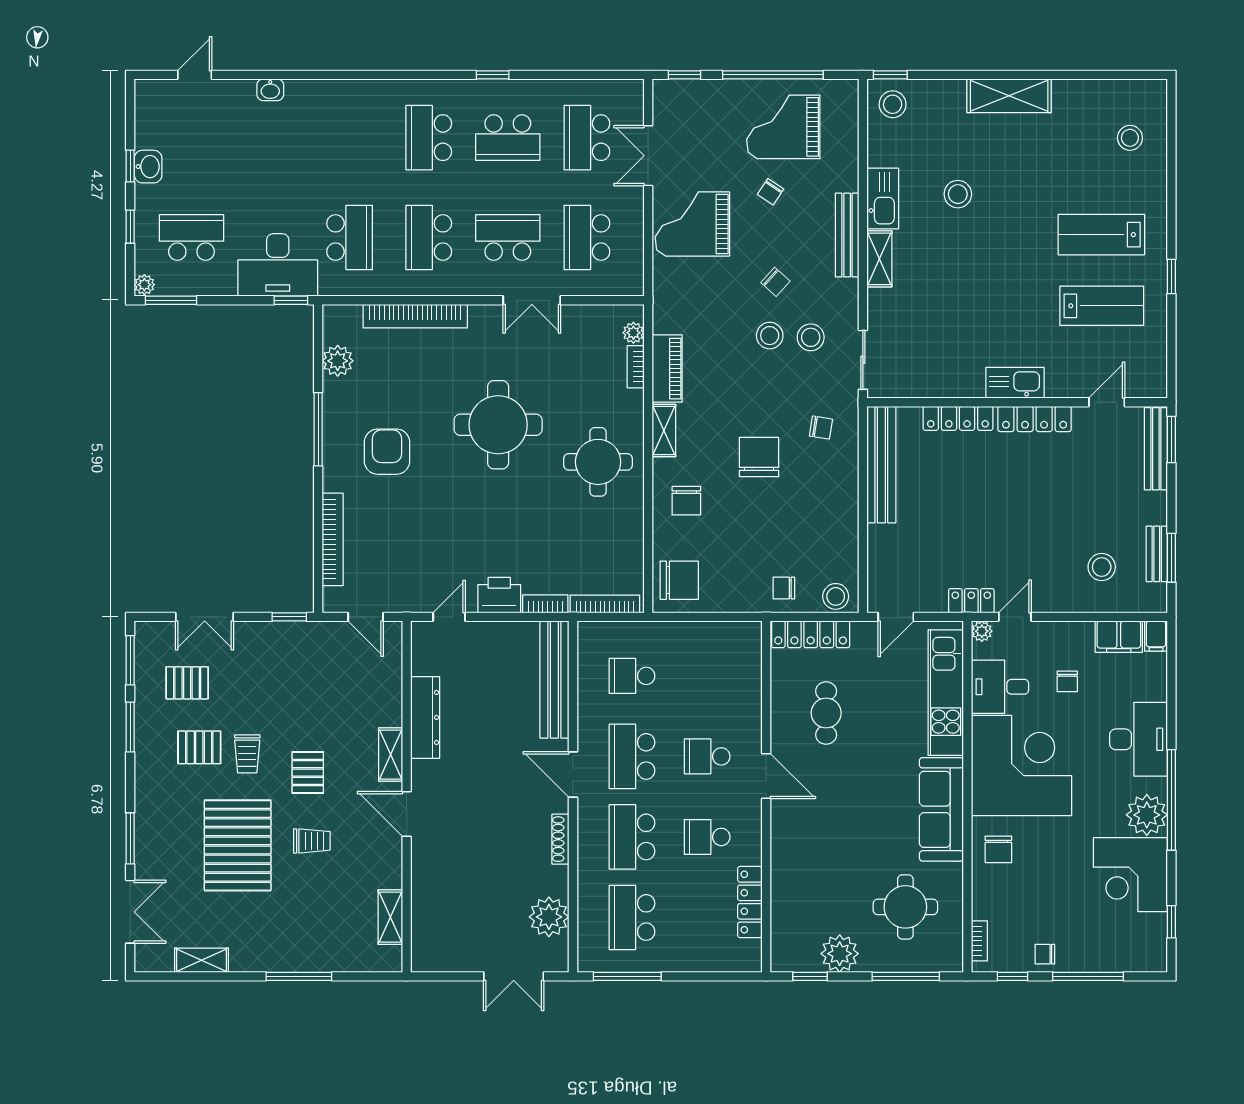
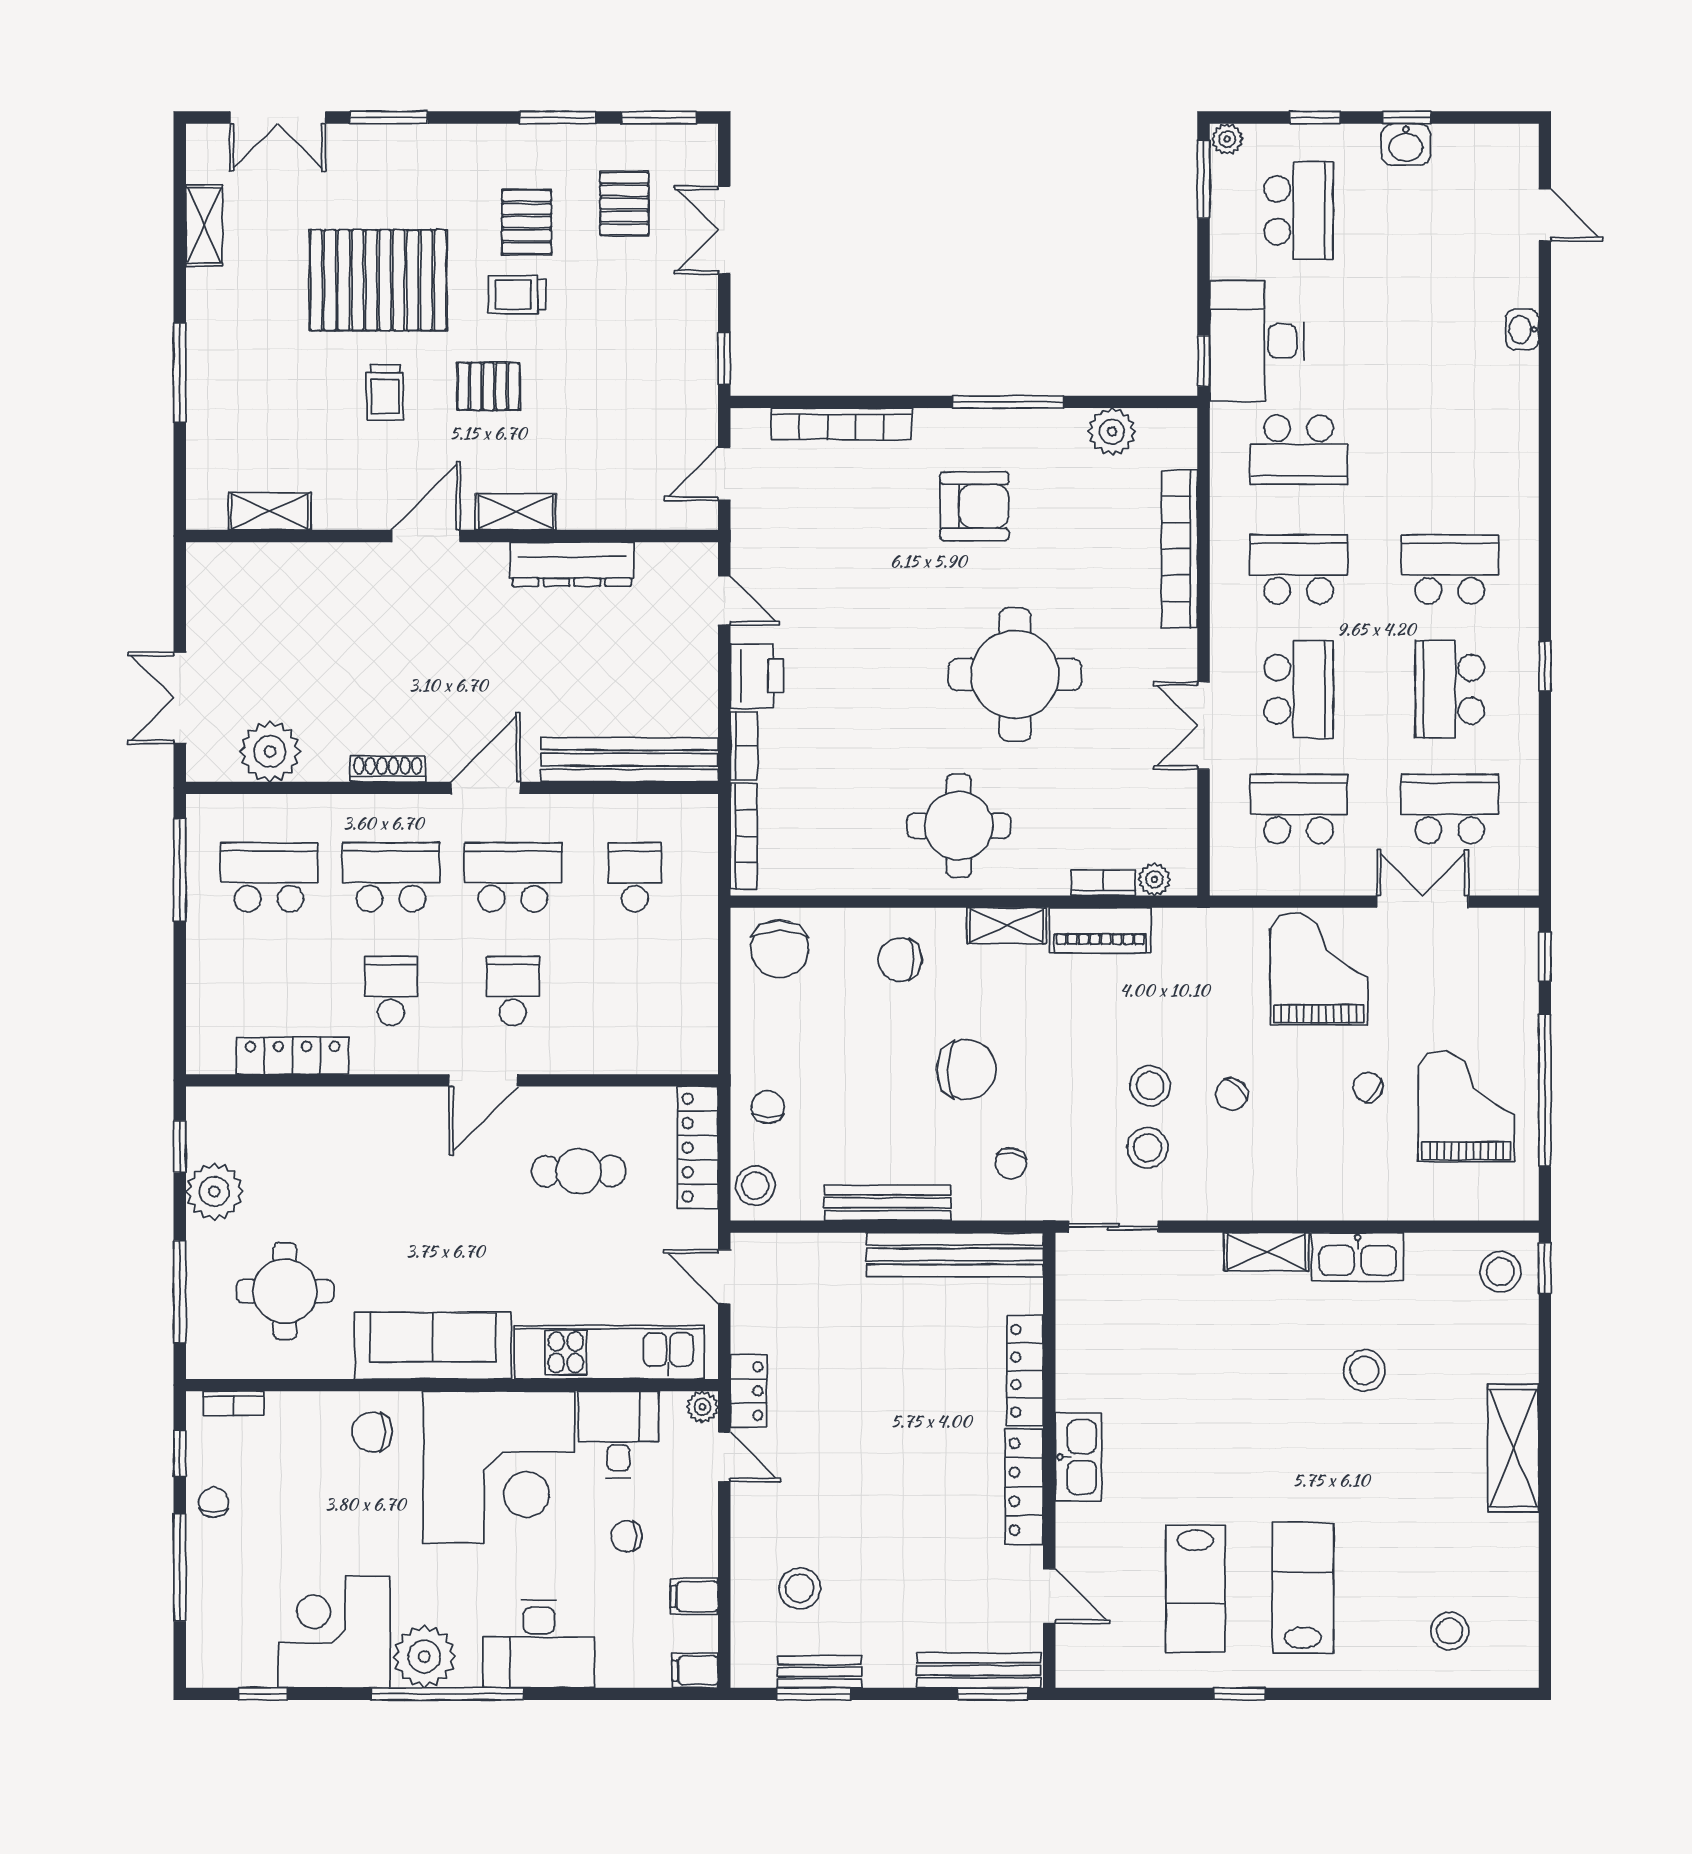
bench: (847, 235) -> (888, 1203), moved
filing cabinet: (1119, 637) -> (694, 1596), width x0.50

